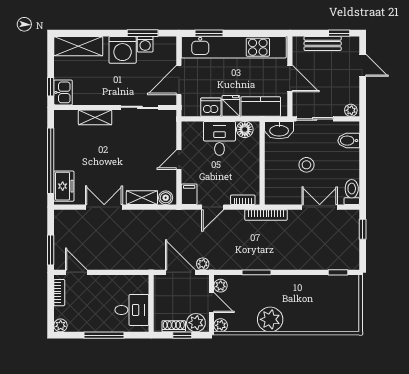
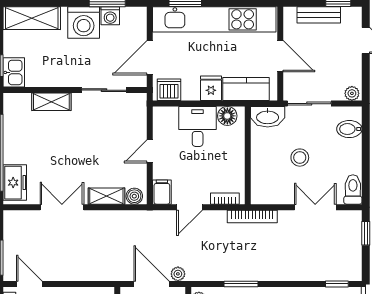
dishwasher: (211, 107) -> (169, 90), moved

